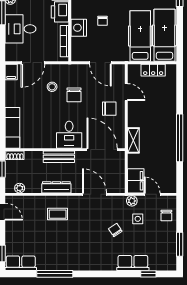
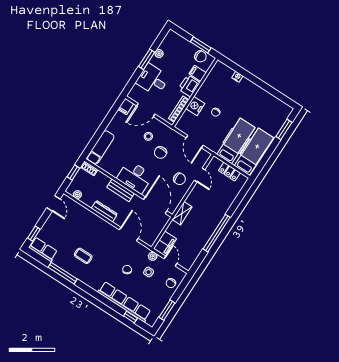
desk: (69, 135) -> (135, 177), width x1.37
coffee table: (58, 214) -> (83, 256), moved
row of seats: (133, 263) -> (124, 302), width x2.02

